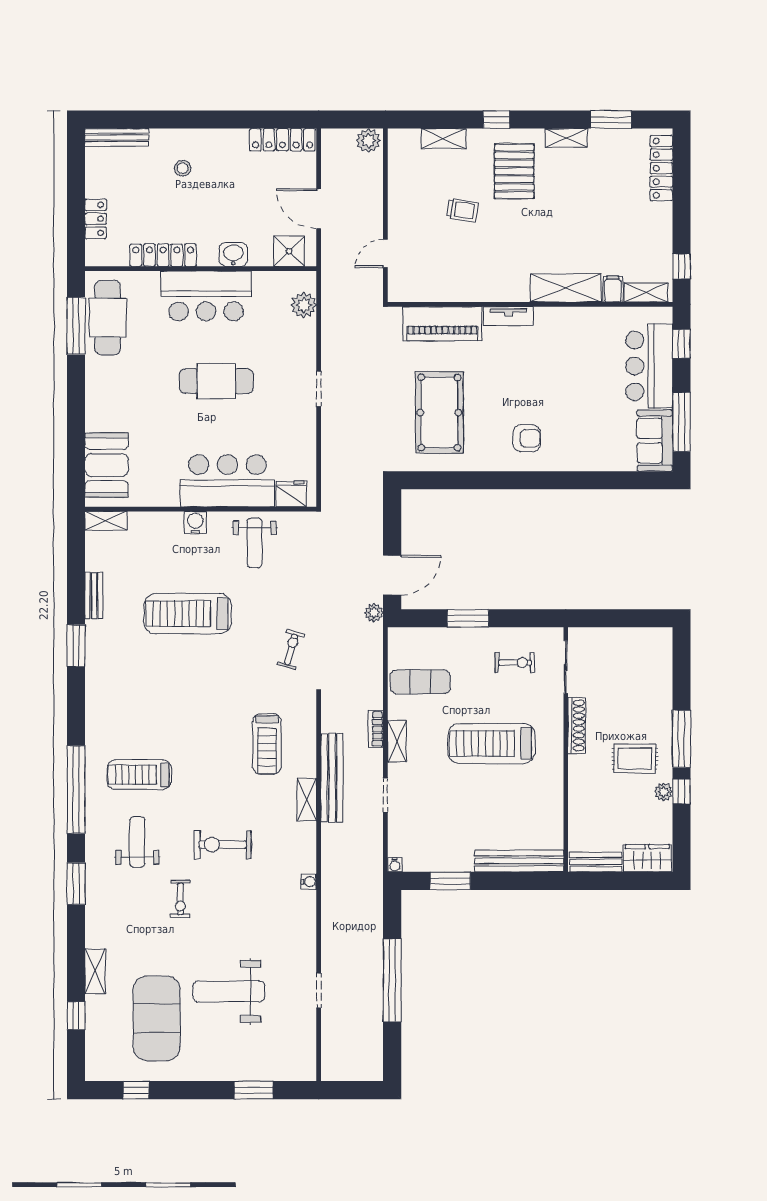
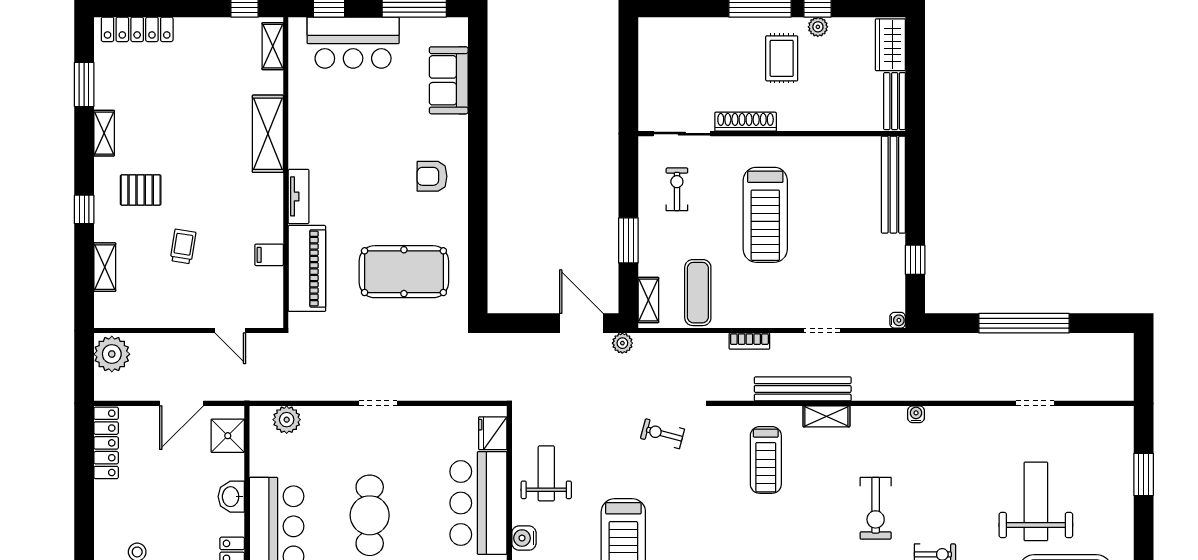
plant: (368, 141) -> (112, 354), width x1.36, depth x1.36
pallet: (514, 171) -> (141, 190), width x0.67, depth x0.71
filing cabinet: (613, 289) -> (269, 255), moved
armchair: (527, 438) -> (432, 176), turned -90
sofa: (655, 441) -> (449, 80), moved, turned 90
weight bench: (255, 543) -> (546, 473), turned -90
shelving: (397, 741) -> (648, 300), moved, turned 90
treadmill: (267, 744) -> (766, 460), turned 90
window: (450, 881) -> (915, 260), width x0.67
weight bench: (229, 991) -> (1036, 501), turned 180

